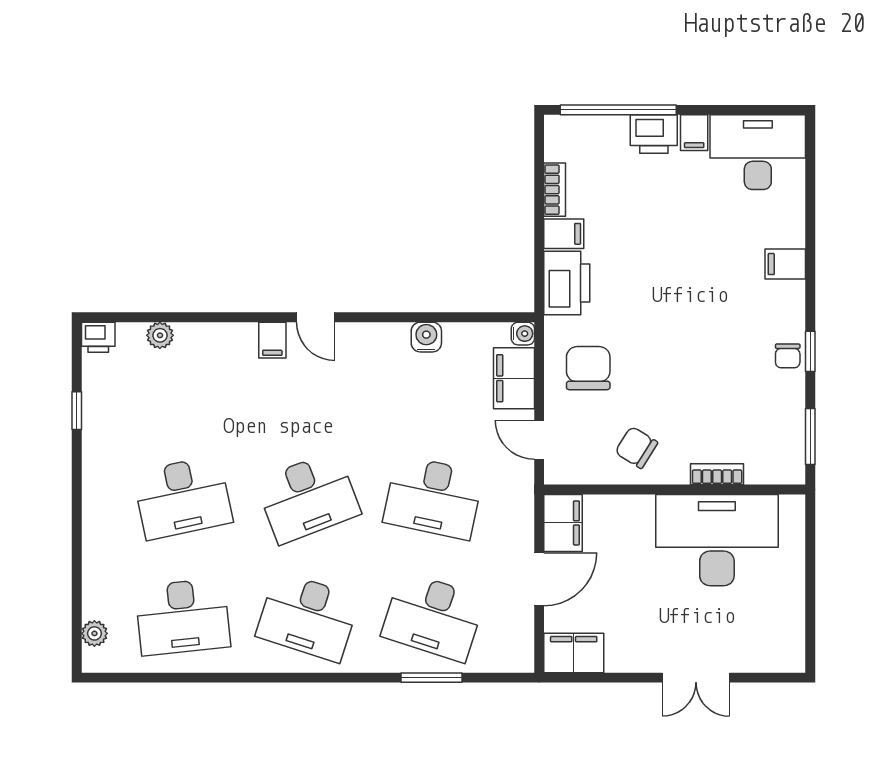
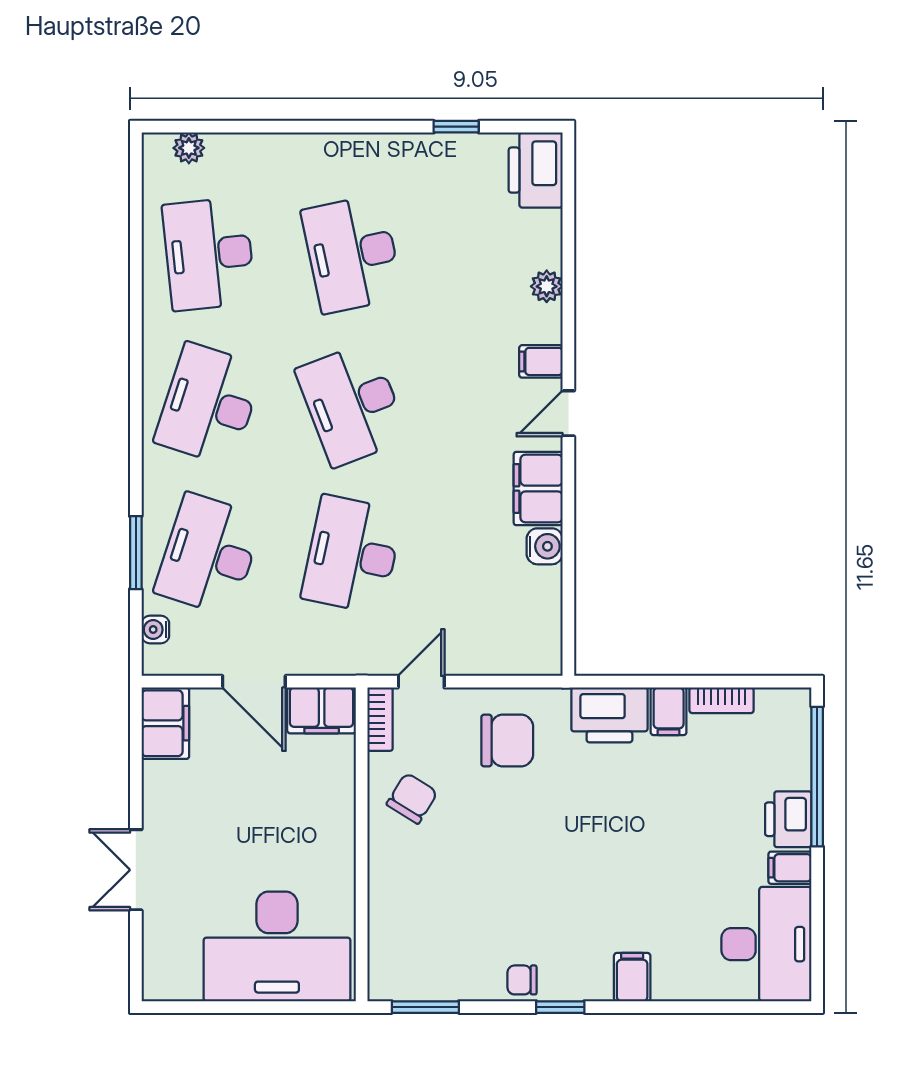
water cooler: (523, 334) -> (155, 630), moved, turned 90
plant: (160, 335) -> (547, 286), moved
printer: (98, 337) -> (536, 170), width x1.87, depth x1.48
window: (810, 351) -> (560, 1007), moved
filing cabinet: (514, 378) -> (538, 489), moved, turned -90
bookcase: (717, 474) -> (380, 719), moved
desk: (717, 540) -> (277, 946), moved, turned 90

